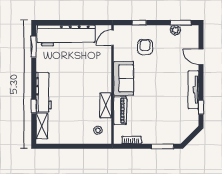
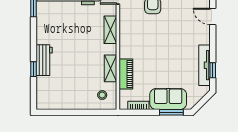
sofa: (124, 78) -> (168, 99), moved, turned -90
tv unit: (193, 90) -> (205, 65), moved
workbench: (44, 92) -> (44, 60), width x0.73
shelving: (42, 126) -> (110, 30), moved

